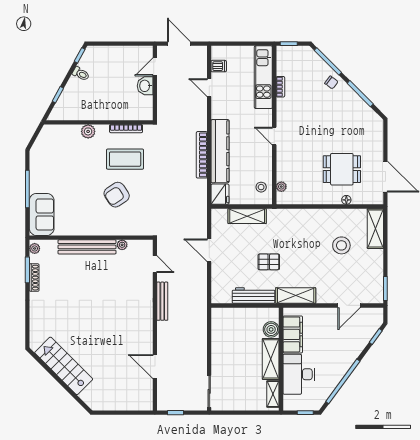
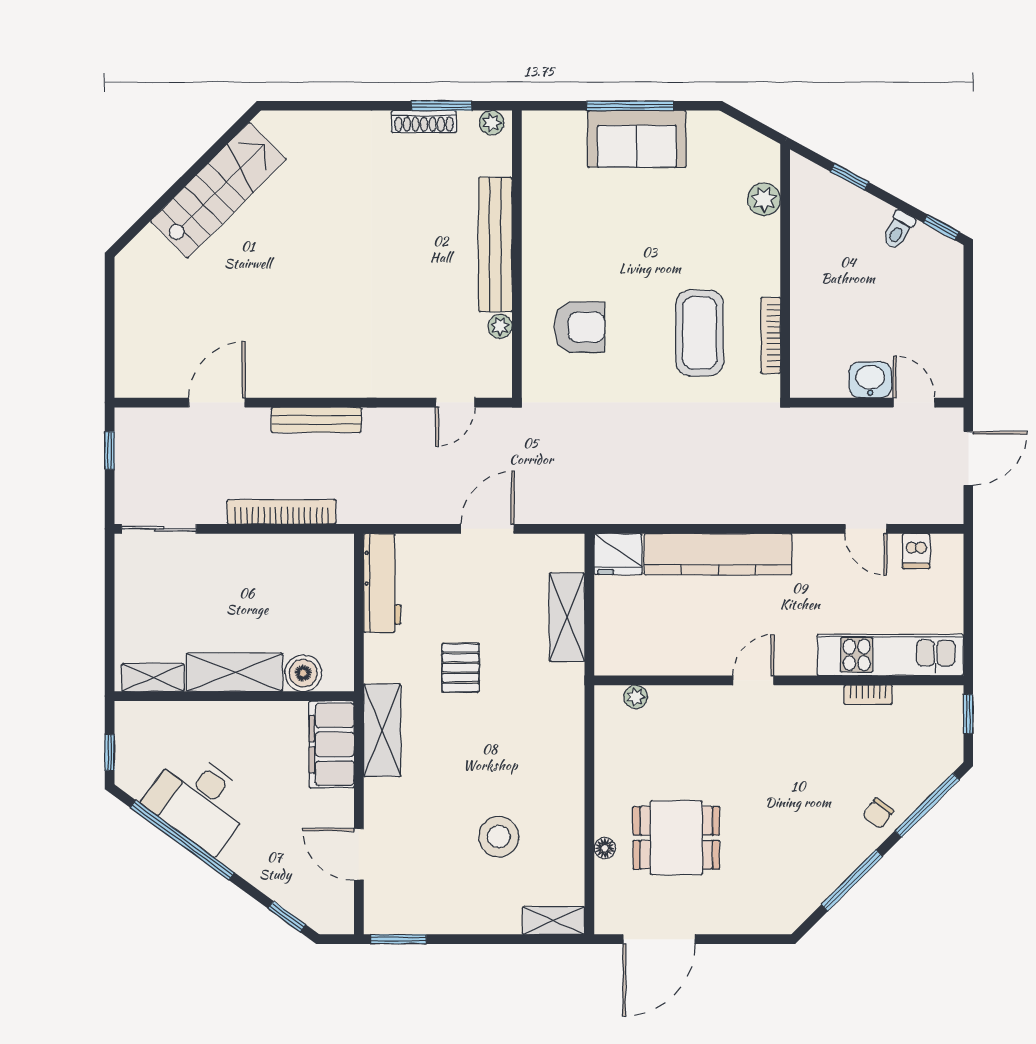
door: (209, 88) -> (866, 529), swing flipped
plant: (88, 131) -> (764, 199), moved
bookcase: (202, 155) -> (282, 512), moved
dining table: (342, 169) -> (676, 838), turned 90
stool: (261, 187) -> (635, 650), removed
armchair: (117, 195) -> (579, 327), moved, turned 123
sofa: (42, 214) -> (637, 139), moved
shelving: (375, 229) -> (554, 920), width x0.67, depth x0.75
workbench: (254, 295) -> (382, 583), moved
bench: (162, 301) -> (316, 420), moved
filing cabinet: (293, 334) -> (332, 744), moved, turned 90
desk: (299, 374) -> (199, 801), moved, turned -144

